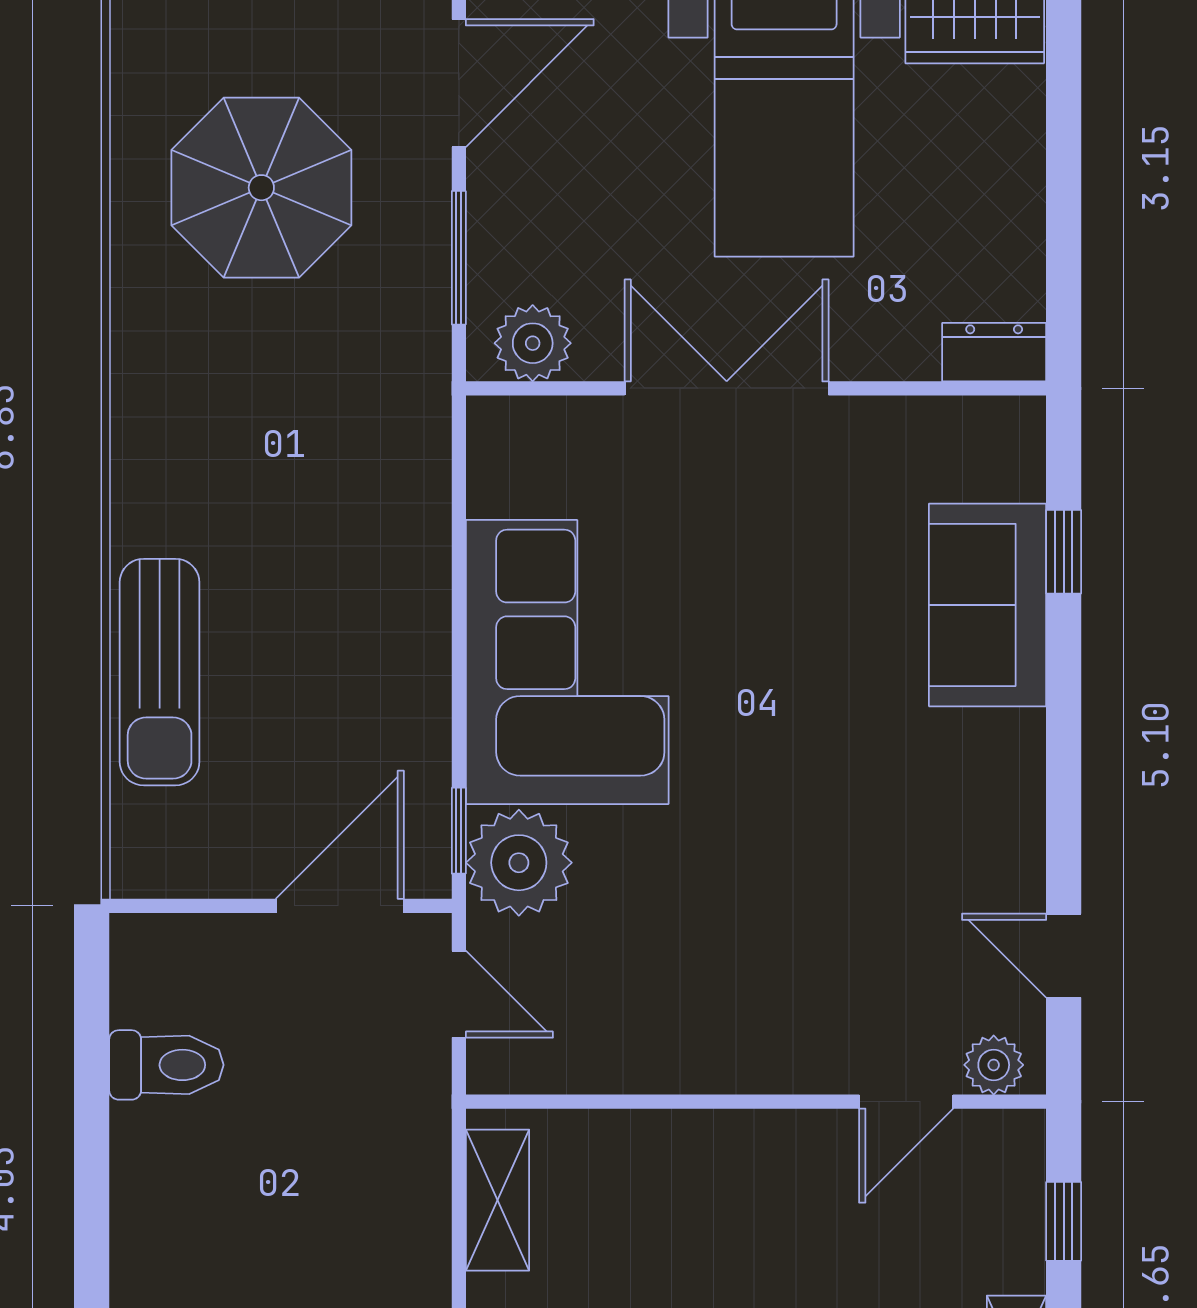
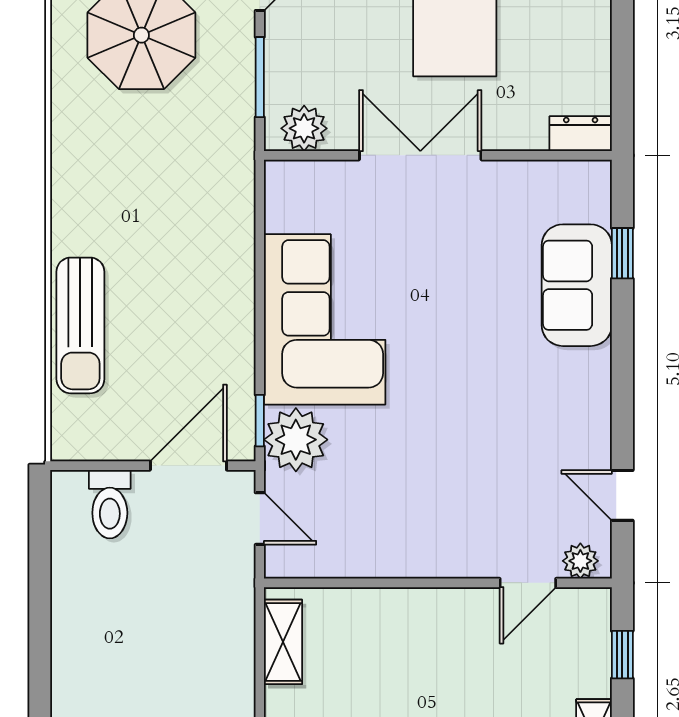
toilet: (166, 1065) -> (110, 504), moved, turned 90

